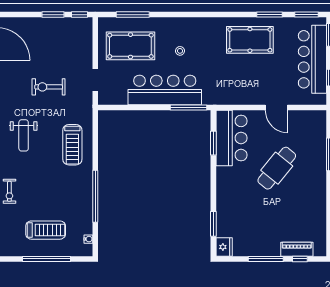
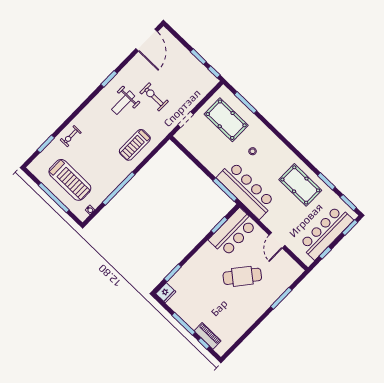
bar counter: (165, 90) -> (246, 190), moved
weight bench: (24, 135) -> (123, 103), moved
treadmill: (46, 230) -> (70, 180), width x1.37, depth x1.38

